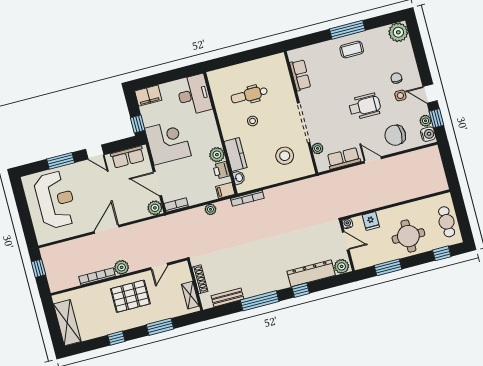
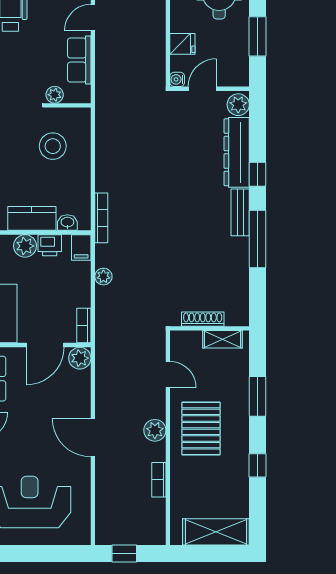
bookcase: (97, 276) -> (159, 480), width x0.64
bench: (227, 297) -> (240, 212), moved

